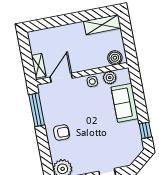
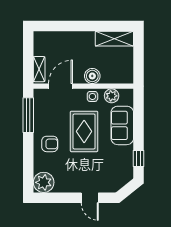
boiler: (115, 58) -> (92, 76), moved
rug: (91, 115) -> (84, 131), added

